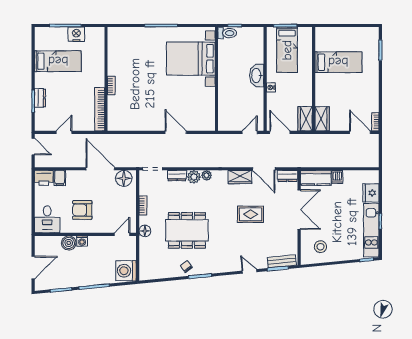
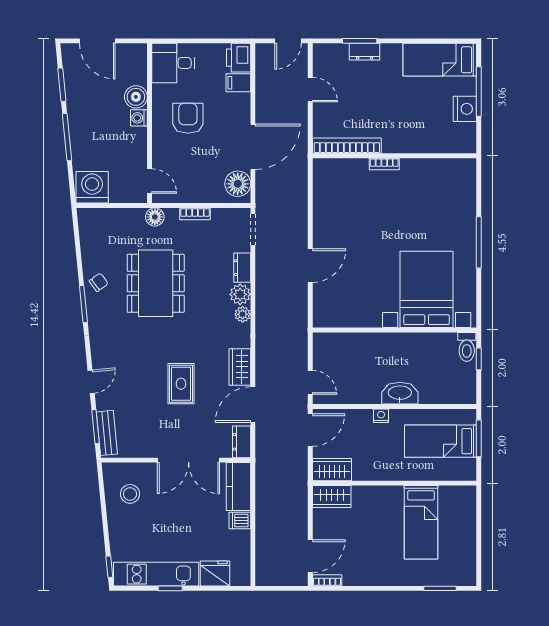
bed: (58, 61) -> (440, 60), moved, turned 90

